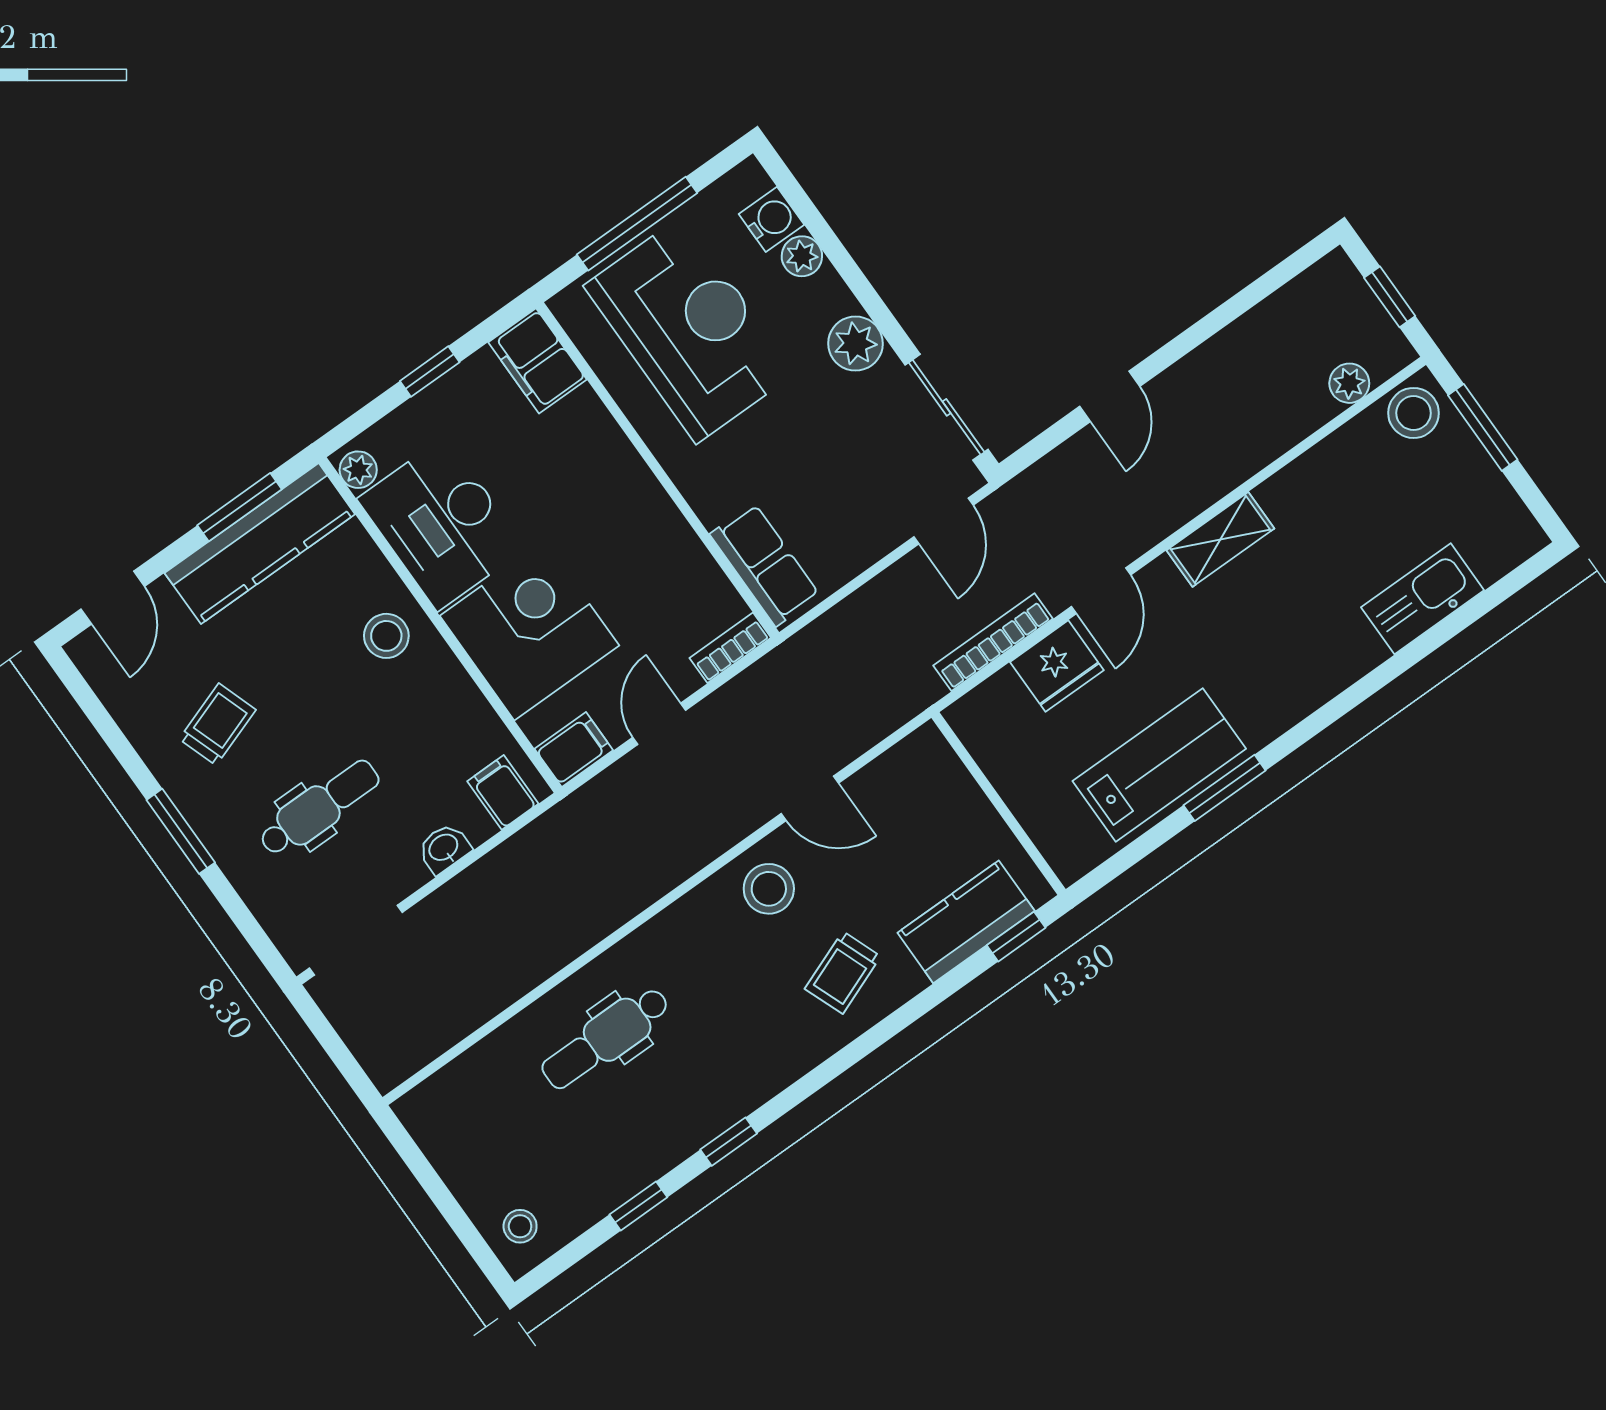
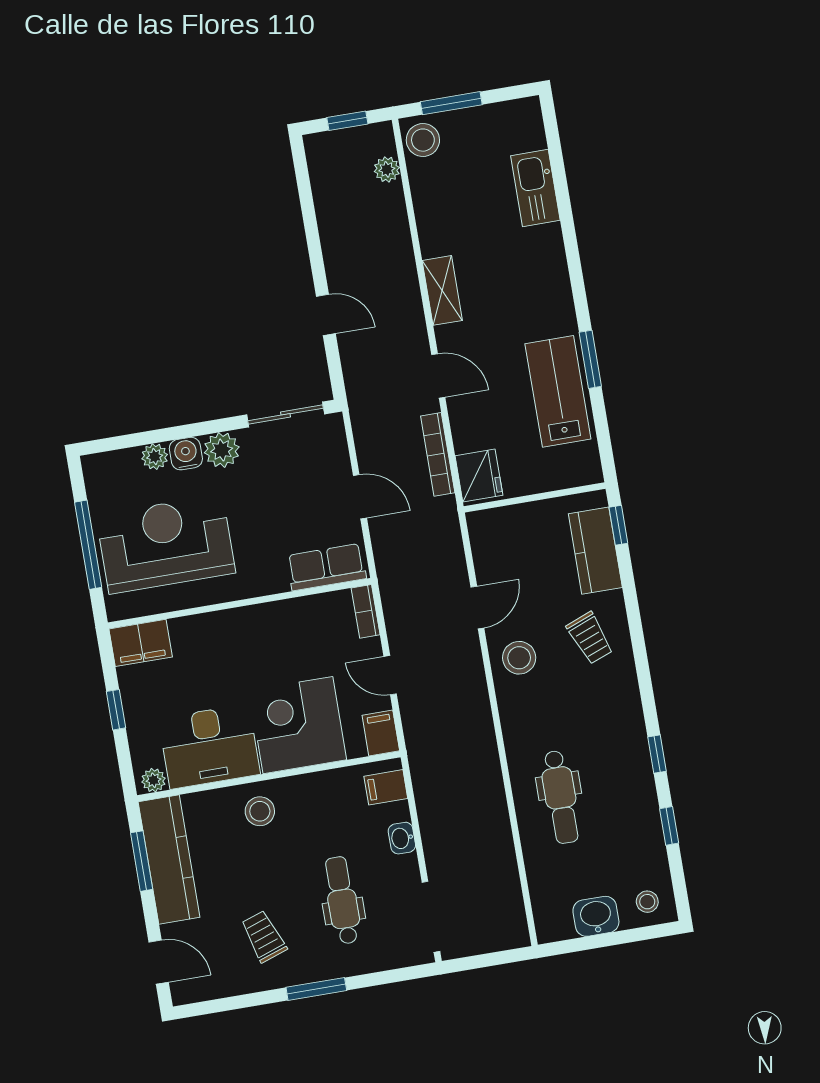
water cooler: (771, 219) -> (186, 454), moved
door: (943, 521) -> (360, 497), moved
fridge: (1057, 666) -> (479, 476), moved
washbasin: (466, 1166) -> (596, 916), added

